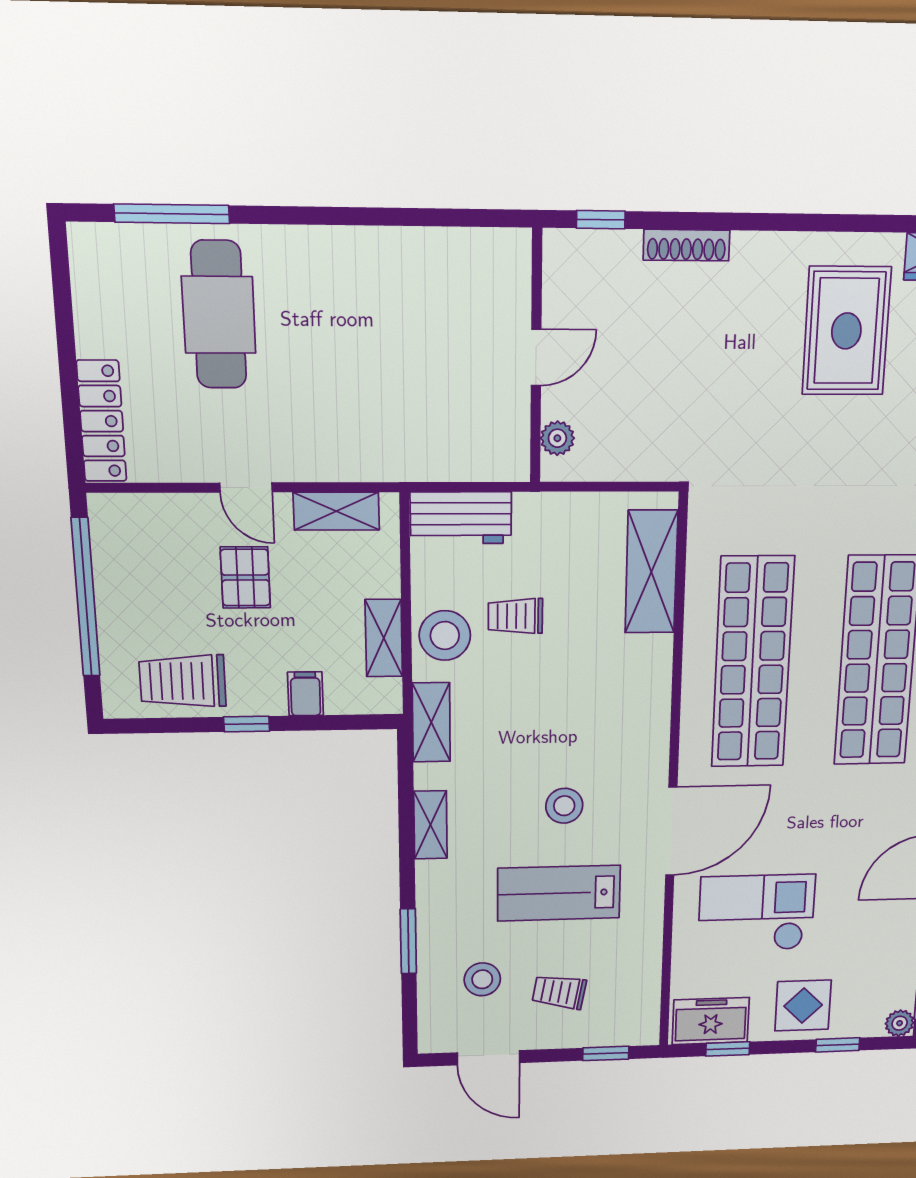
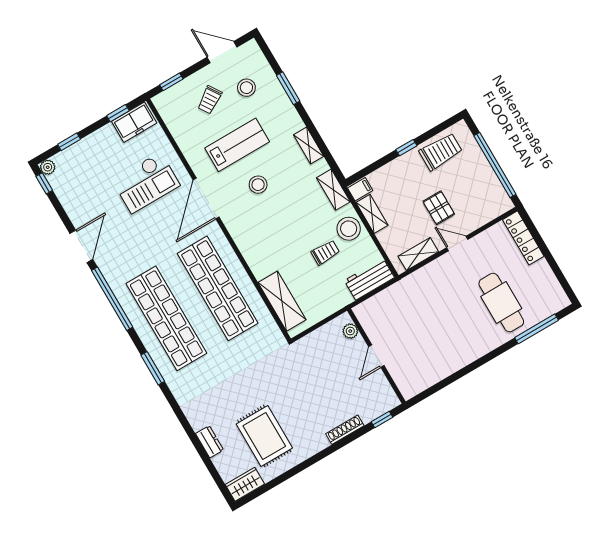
filing cabinet: (305, 694) -> (360, 189), moved, turned -90
trolley: (559, 992) -> (210, 100), turned 137
display table: (803, 1006) -> (97, 152), removed

